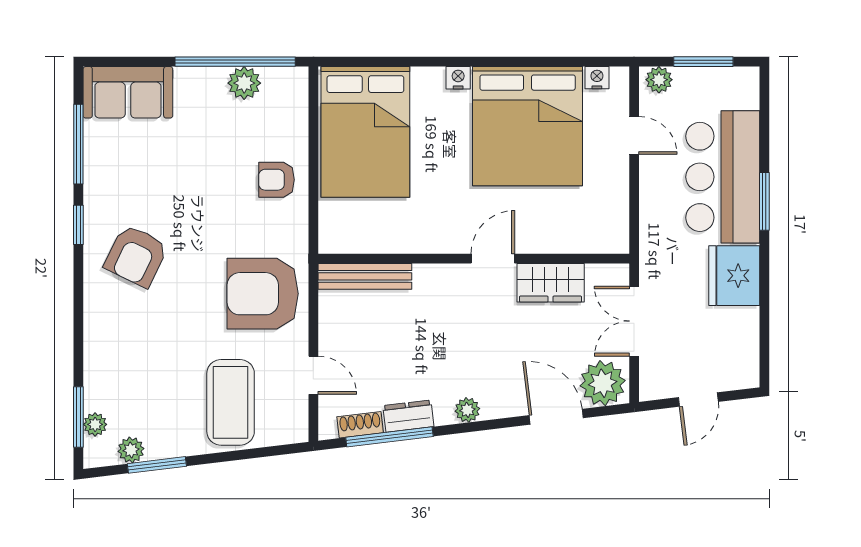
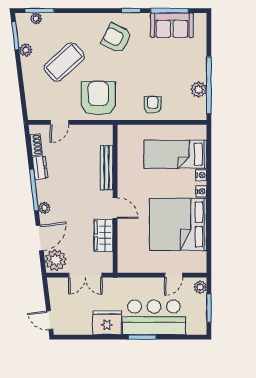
nightstand: (597, 78) -> (201, 175), moved
sofa: (128, 92) -> (172, 25), moved, turned -90
bed: (365, 132) -> (175, 154), width x0.67
bench: (365, 276) -> (107, 168), moved
double door: (634, 321) -> (85, 275), swing flipped
door: (698, 400) -> (50, 320), moved
coffee table: (231, 402) -> (64, 62), moved, turned -42
plant: (467, 410) -> (44, 208), moved
window: (389, 437) -> (34, 190), moved
plant: (131, 450) -> (26, 50), moved
window: (157, 465) -> (15, 36), moved

